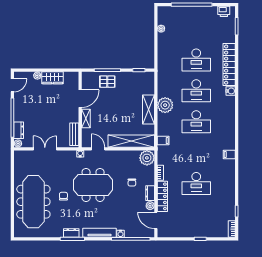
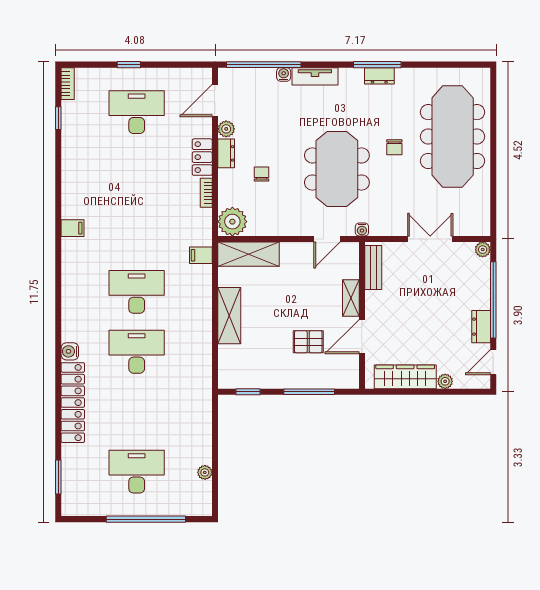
printer: (224, 11) -> (83, 506), removed
desk: (196, 60) -> (137, 472), moved
wardrobe: (53, 78) -> (405, 377), width x1.50
pallet: (107, 82) -> (308, 342), moved
plant: (165, 105) -> (197, 324), removed
dresser: (19, 130) -> (481, 327), moved
shelving: (131, 141) -> (249, 254), width x0.68
double door: (45, 149) -> (430, 239), swing flipped
door: (98, 149) -> (327, 239), hinge flipped
desk: (196, 183) -> (137, 112), moved
meeting table: (93, 185) -> (337, 169), turned 90
locker: (162, 196) -> (202, 157), width x0.66
door: (156, 220) -> (215, 100), swing flipped
tv unit: (100, 233) -> (315, 76), width x0.71

